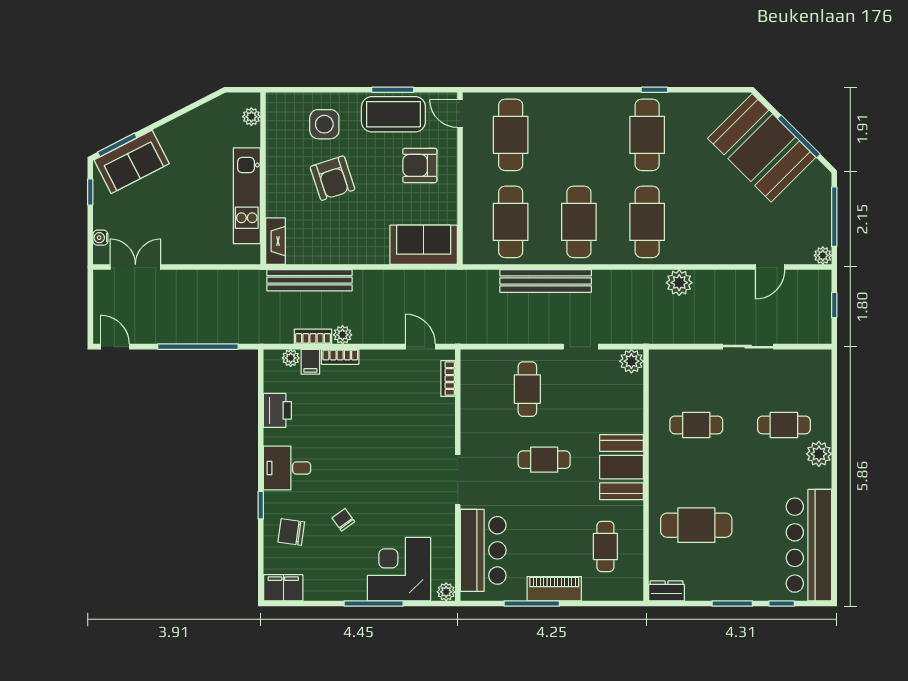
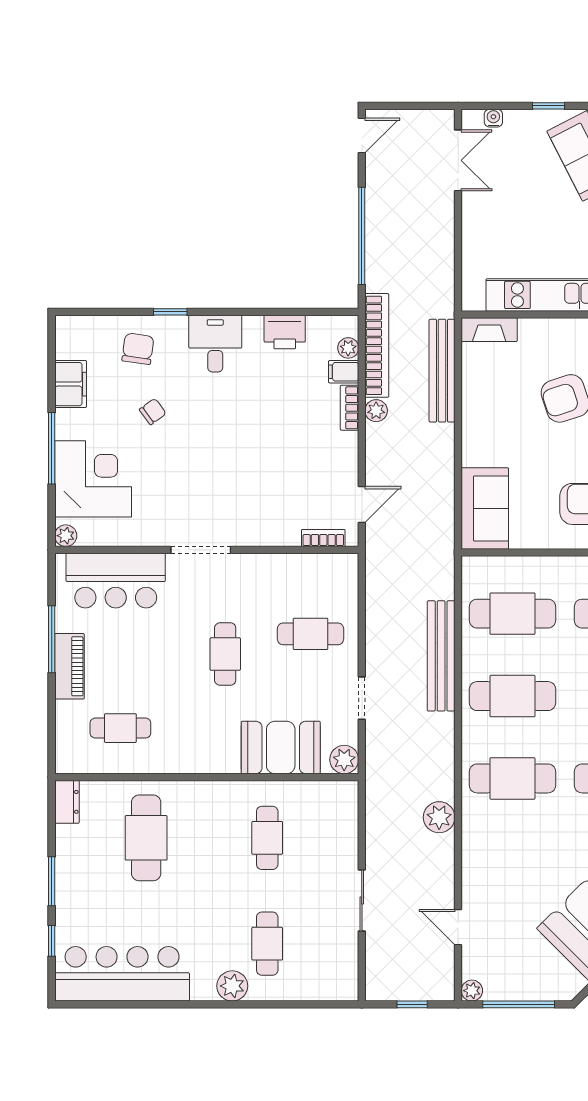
bookcase: (313, 337) -> (377, 345), width x2.31, depth x1.31
booth: (621, 467) -> (281, 748), moved
filing cabinet: (283, 588) -> (71, 384), moved

